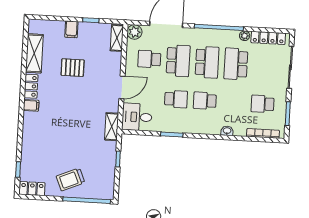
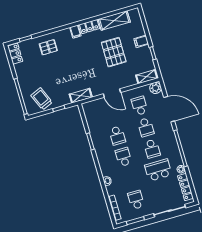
school desk: (178, 61) -> (146, 127), width x0.54
school desk: (207, 62) -> (152, 149), width x0.54
pallet: (73, 68) -> (114, 52), width x1.50, depth x1.42
desk: (137, 117) -> (94, 112), removed
pallet: (39, 145) -> (48, 47), added
trolley: (70, 179) -> (42, 99), moved

